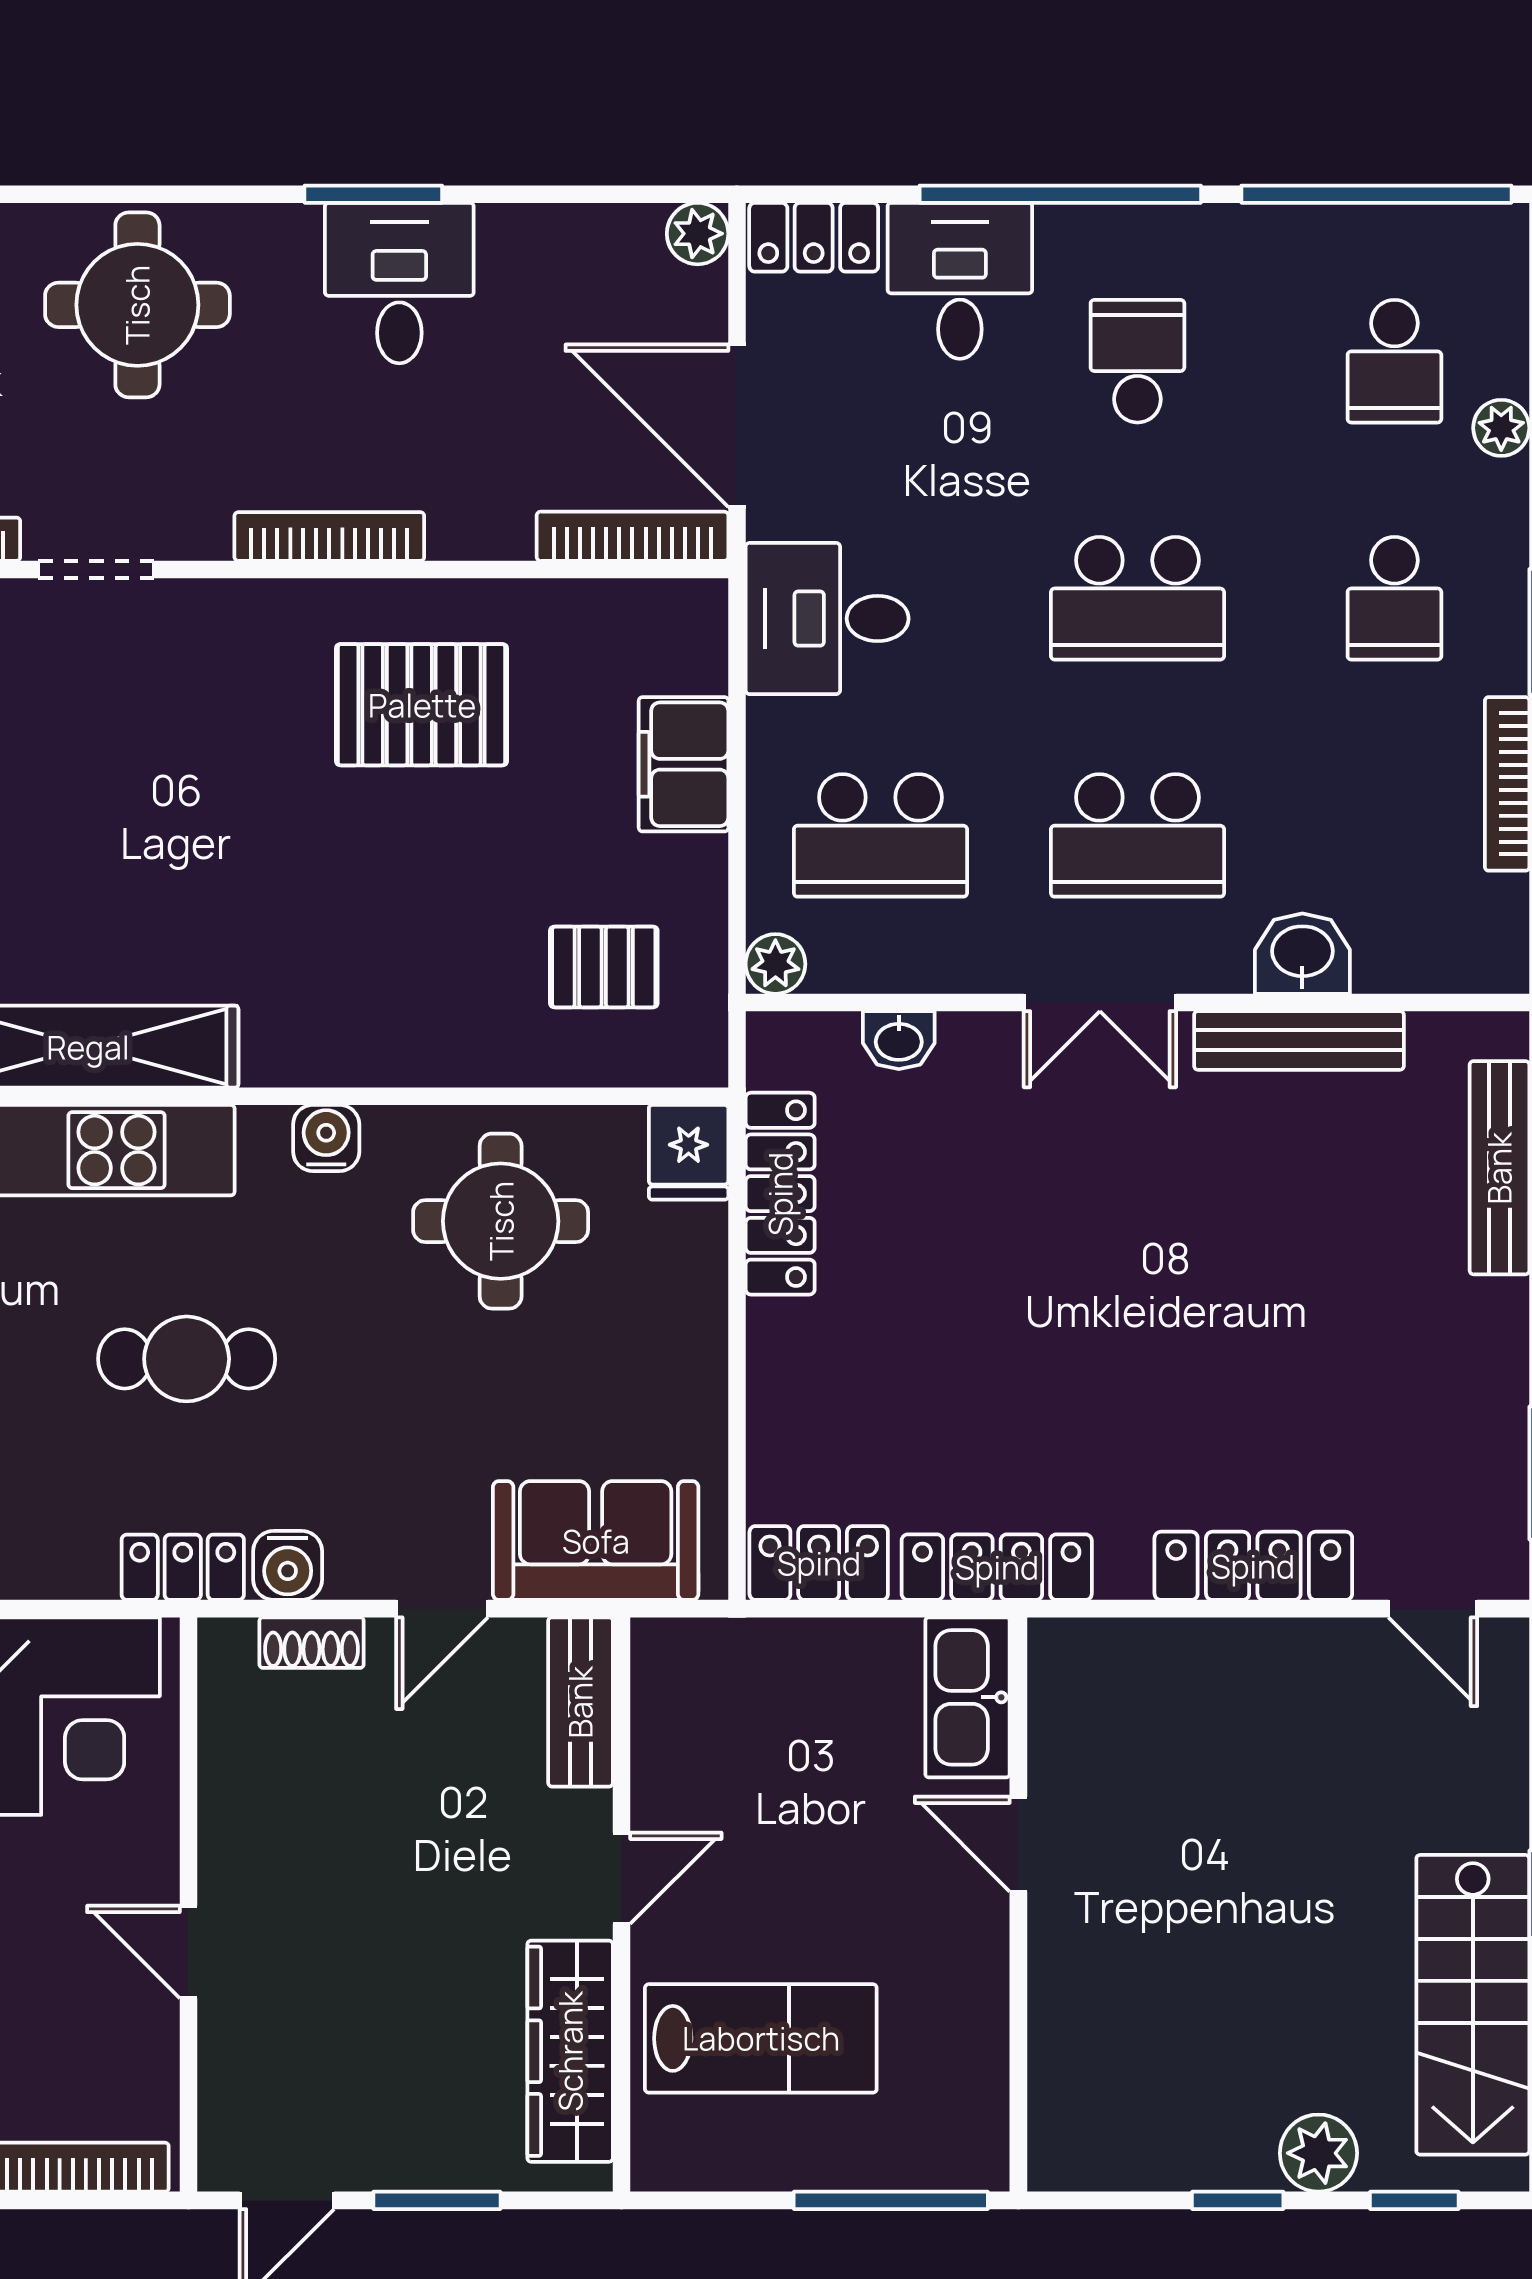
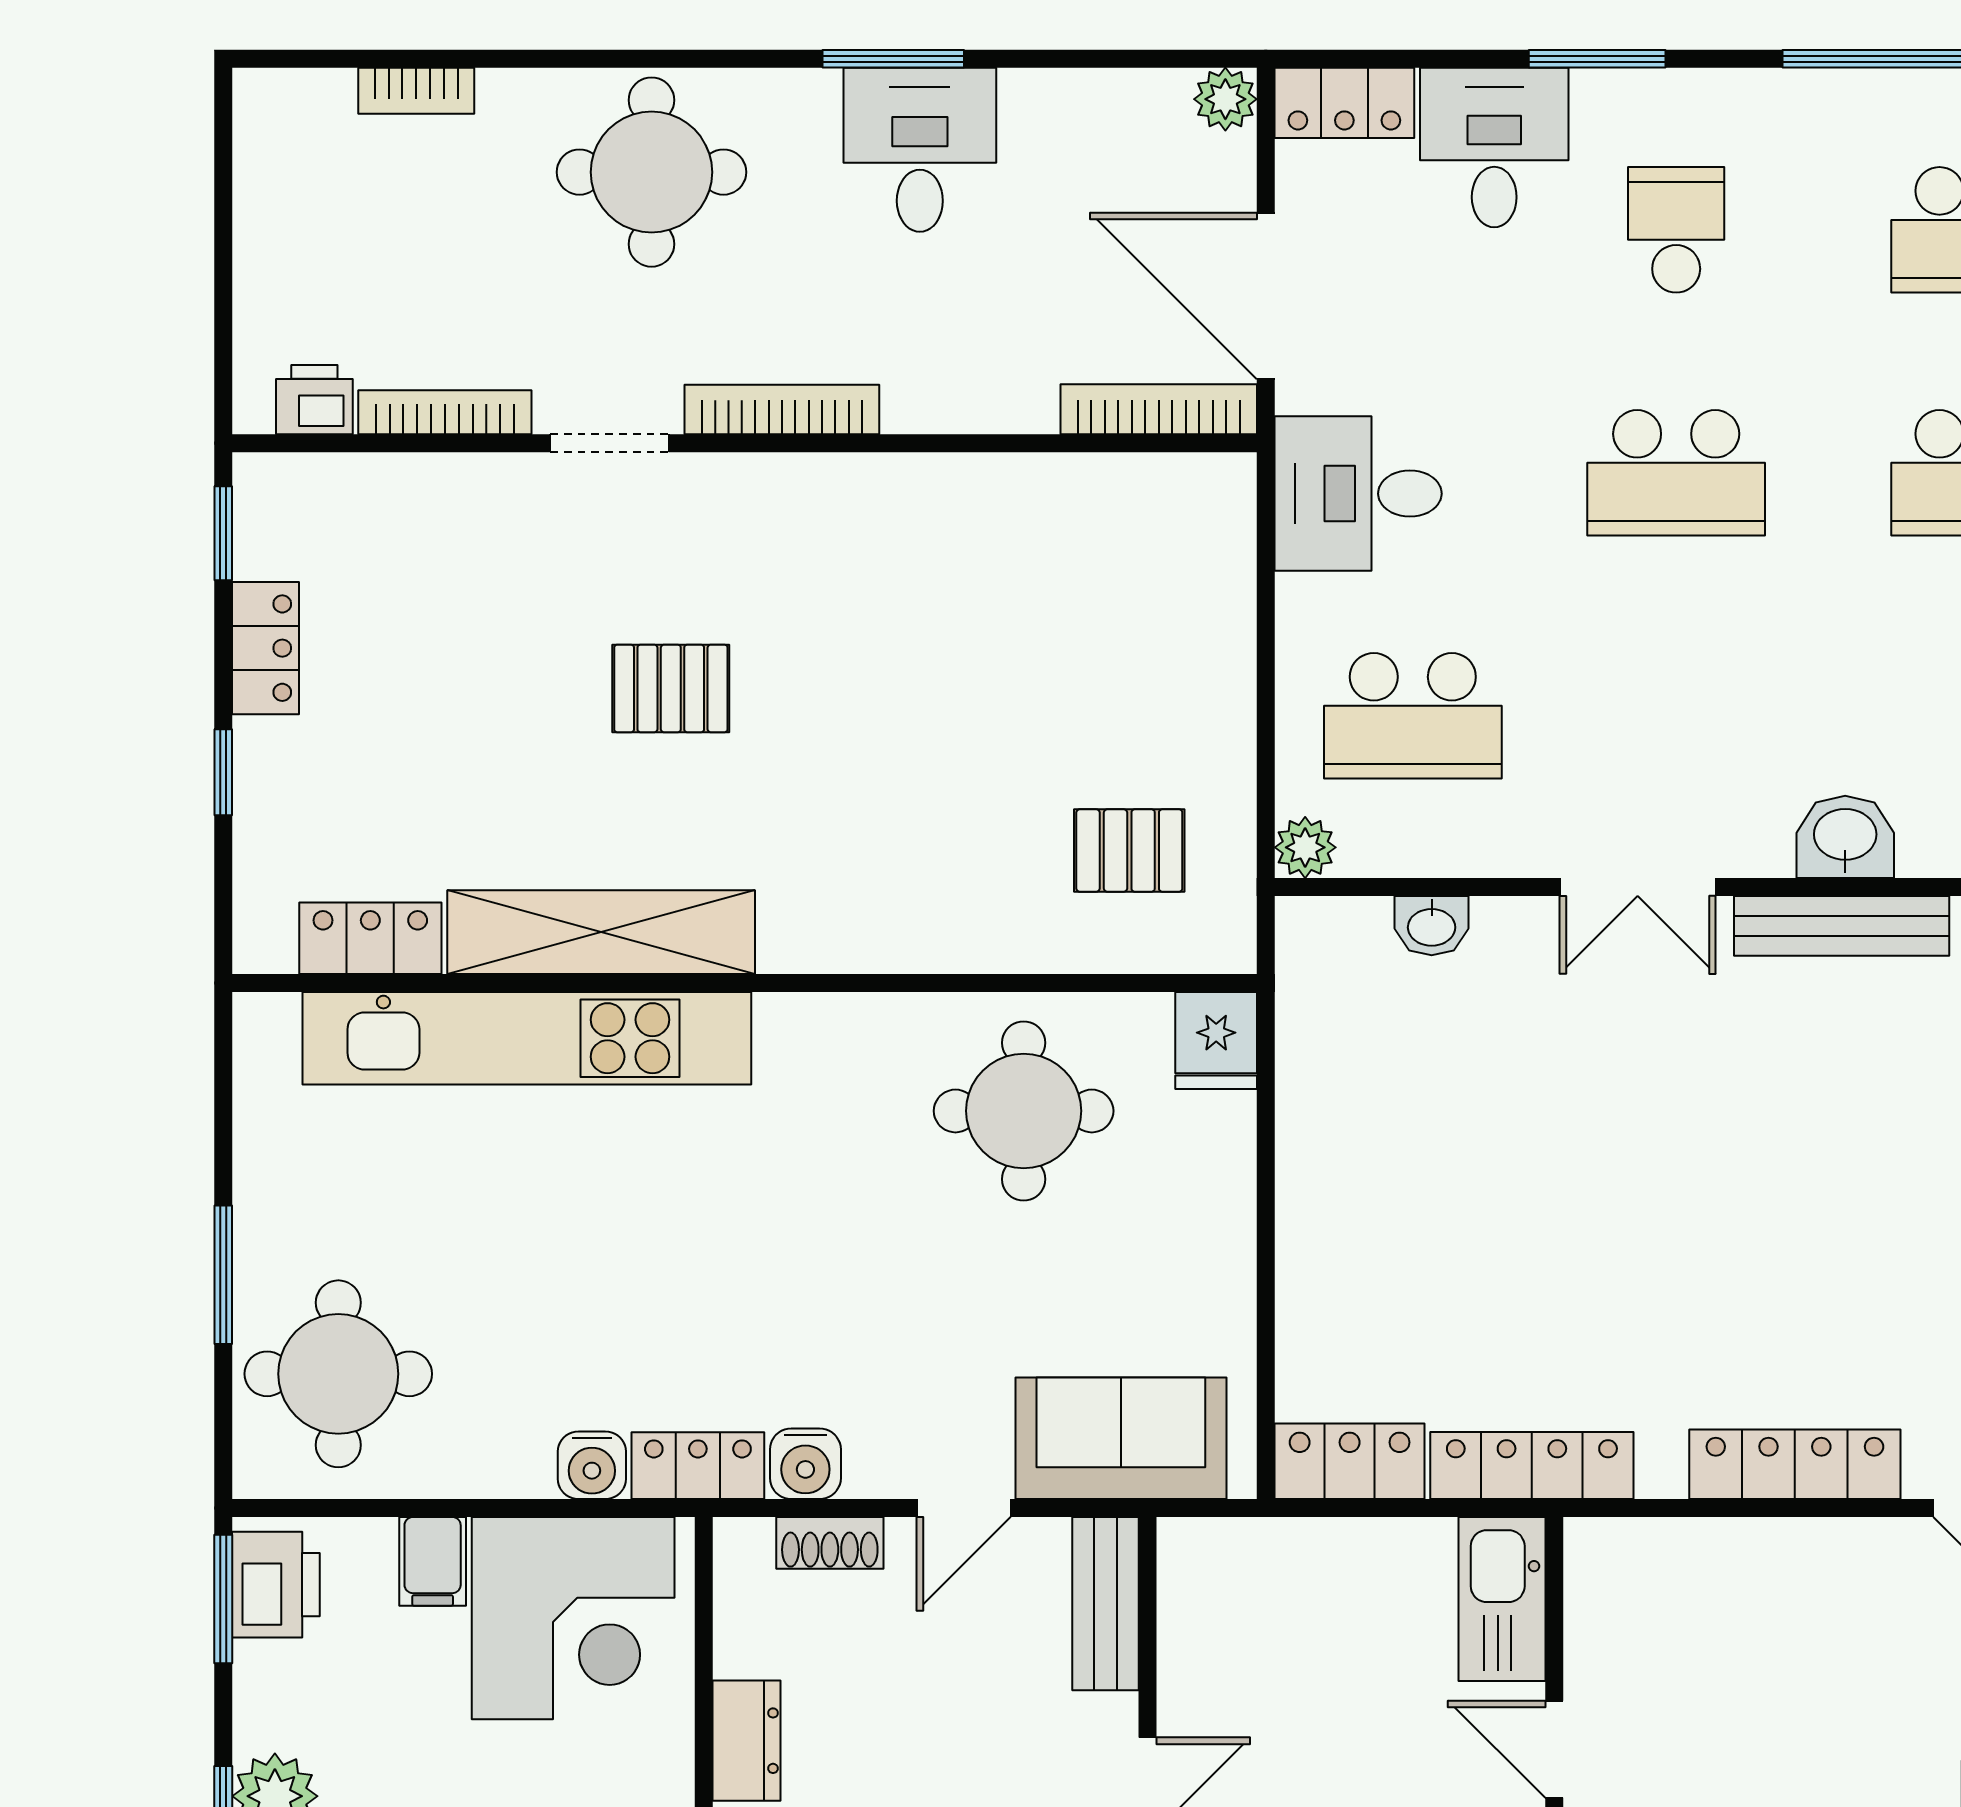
window: (1060, 194) -> (1597, 59), width x0.47
bookcase: (329, 536) -> (782, 409), moved
pallet: (422, 705) -> (671, 688), moved, width x0.67, depth x0.71
filing cabinet: (683, 764) -> (1211, 643), removed
school desk: (1137, 835) -> (1676, 716), removed
water cooler: (326, 1138) -> (592, 1465), moved, turned 180
locker: (780, 1194) -> (1310, 1083), removed
cafe table: (187, 1359) -> (702, 1252), removed
dresser: (230, 1836) -> (747, 1741), added

